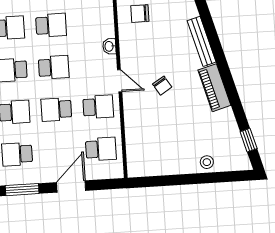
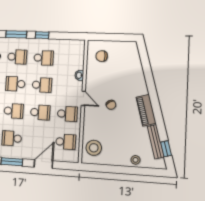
bench: (202, 41) -> (156, 142), moved
school desk: (56, 109) -> (40, 112), turned 180
stool: (144, 152) -> (94, 148), added

